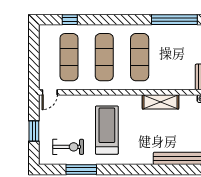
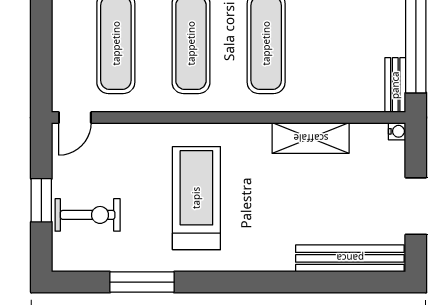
exercise bike: (68, 147) -> (88, 215), moved

